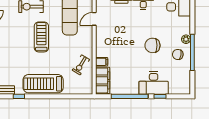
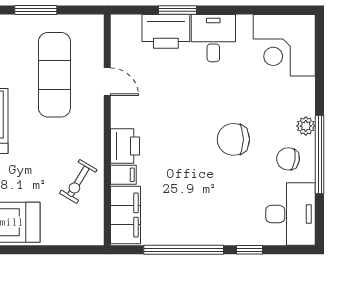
door: (94, 19) -> (107, 82), swing flipped
printer: (102, 49) -> (125, 146), added
desk: (154, 83) -> (290, 214), moved, turned -90

